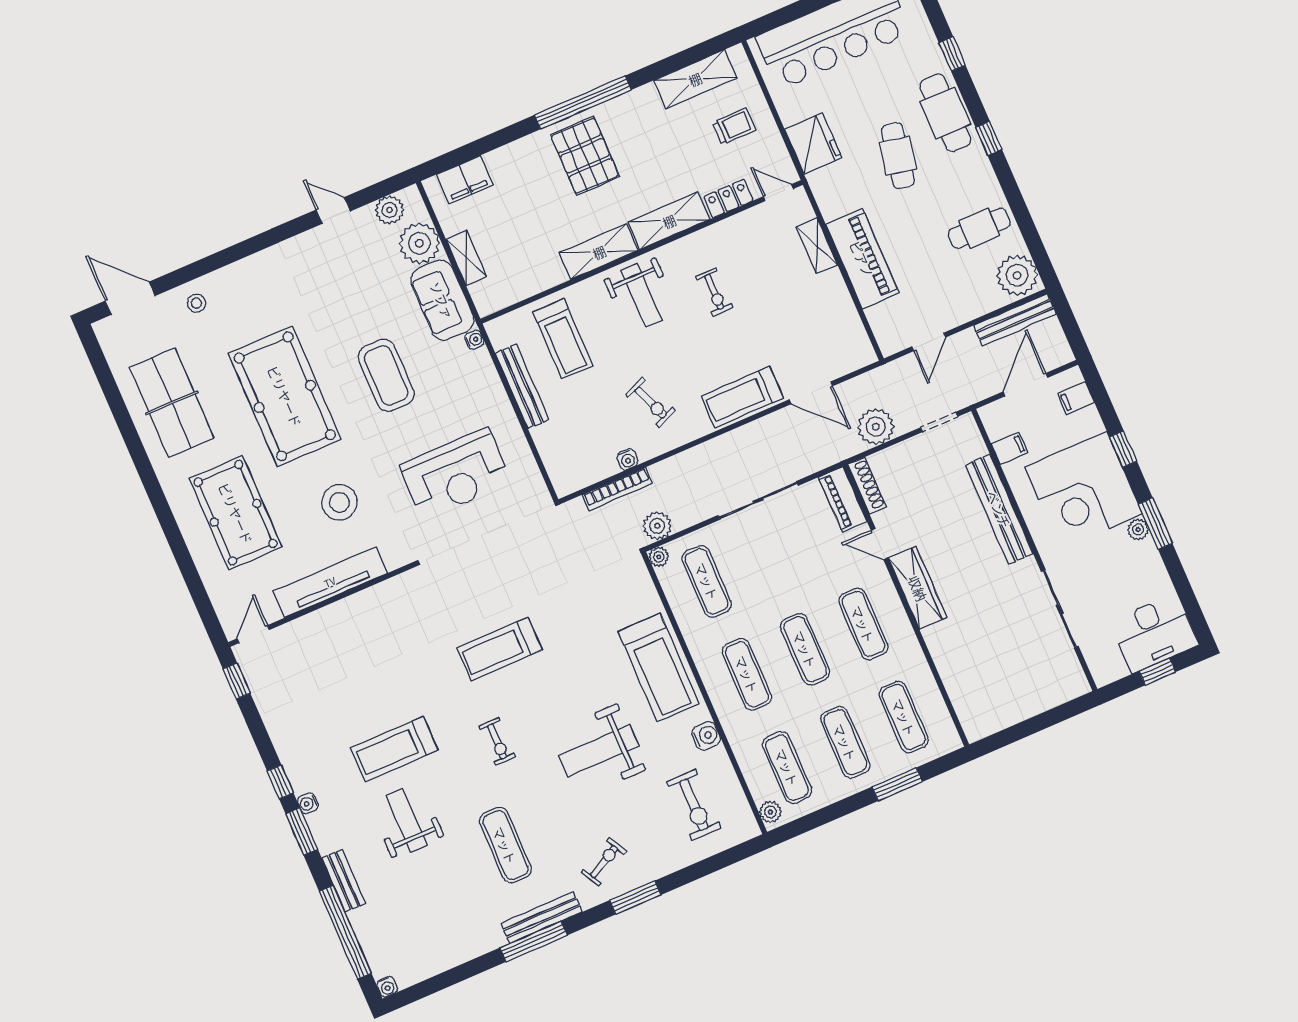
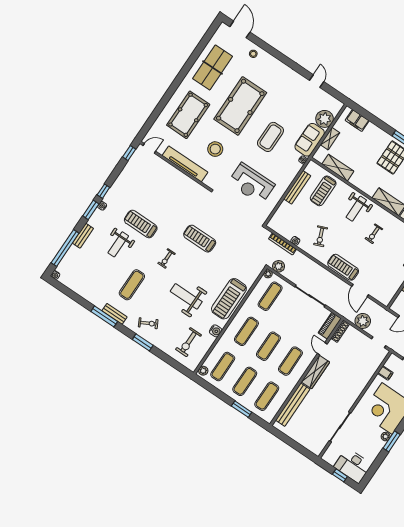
plant: (390, 210) -> (330, 101), removed
shelving: (599, 252) -> (338, 168), moved
bench: (999, 509) -> (293, 405), moved
weight bench: (406, 820) -> (118, 244), turned 180
bench: (542, 918) -> (114, 314), width x0.73

